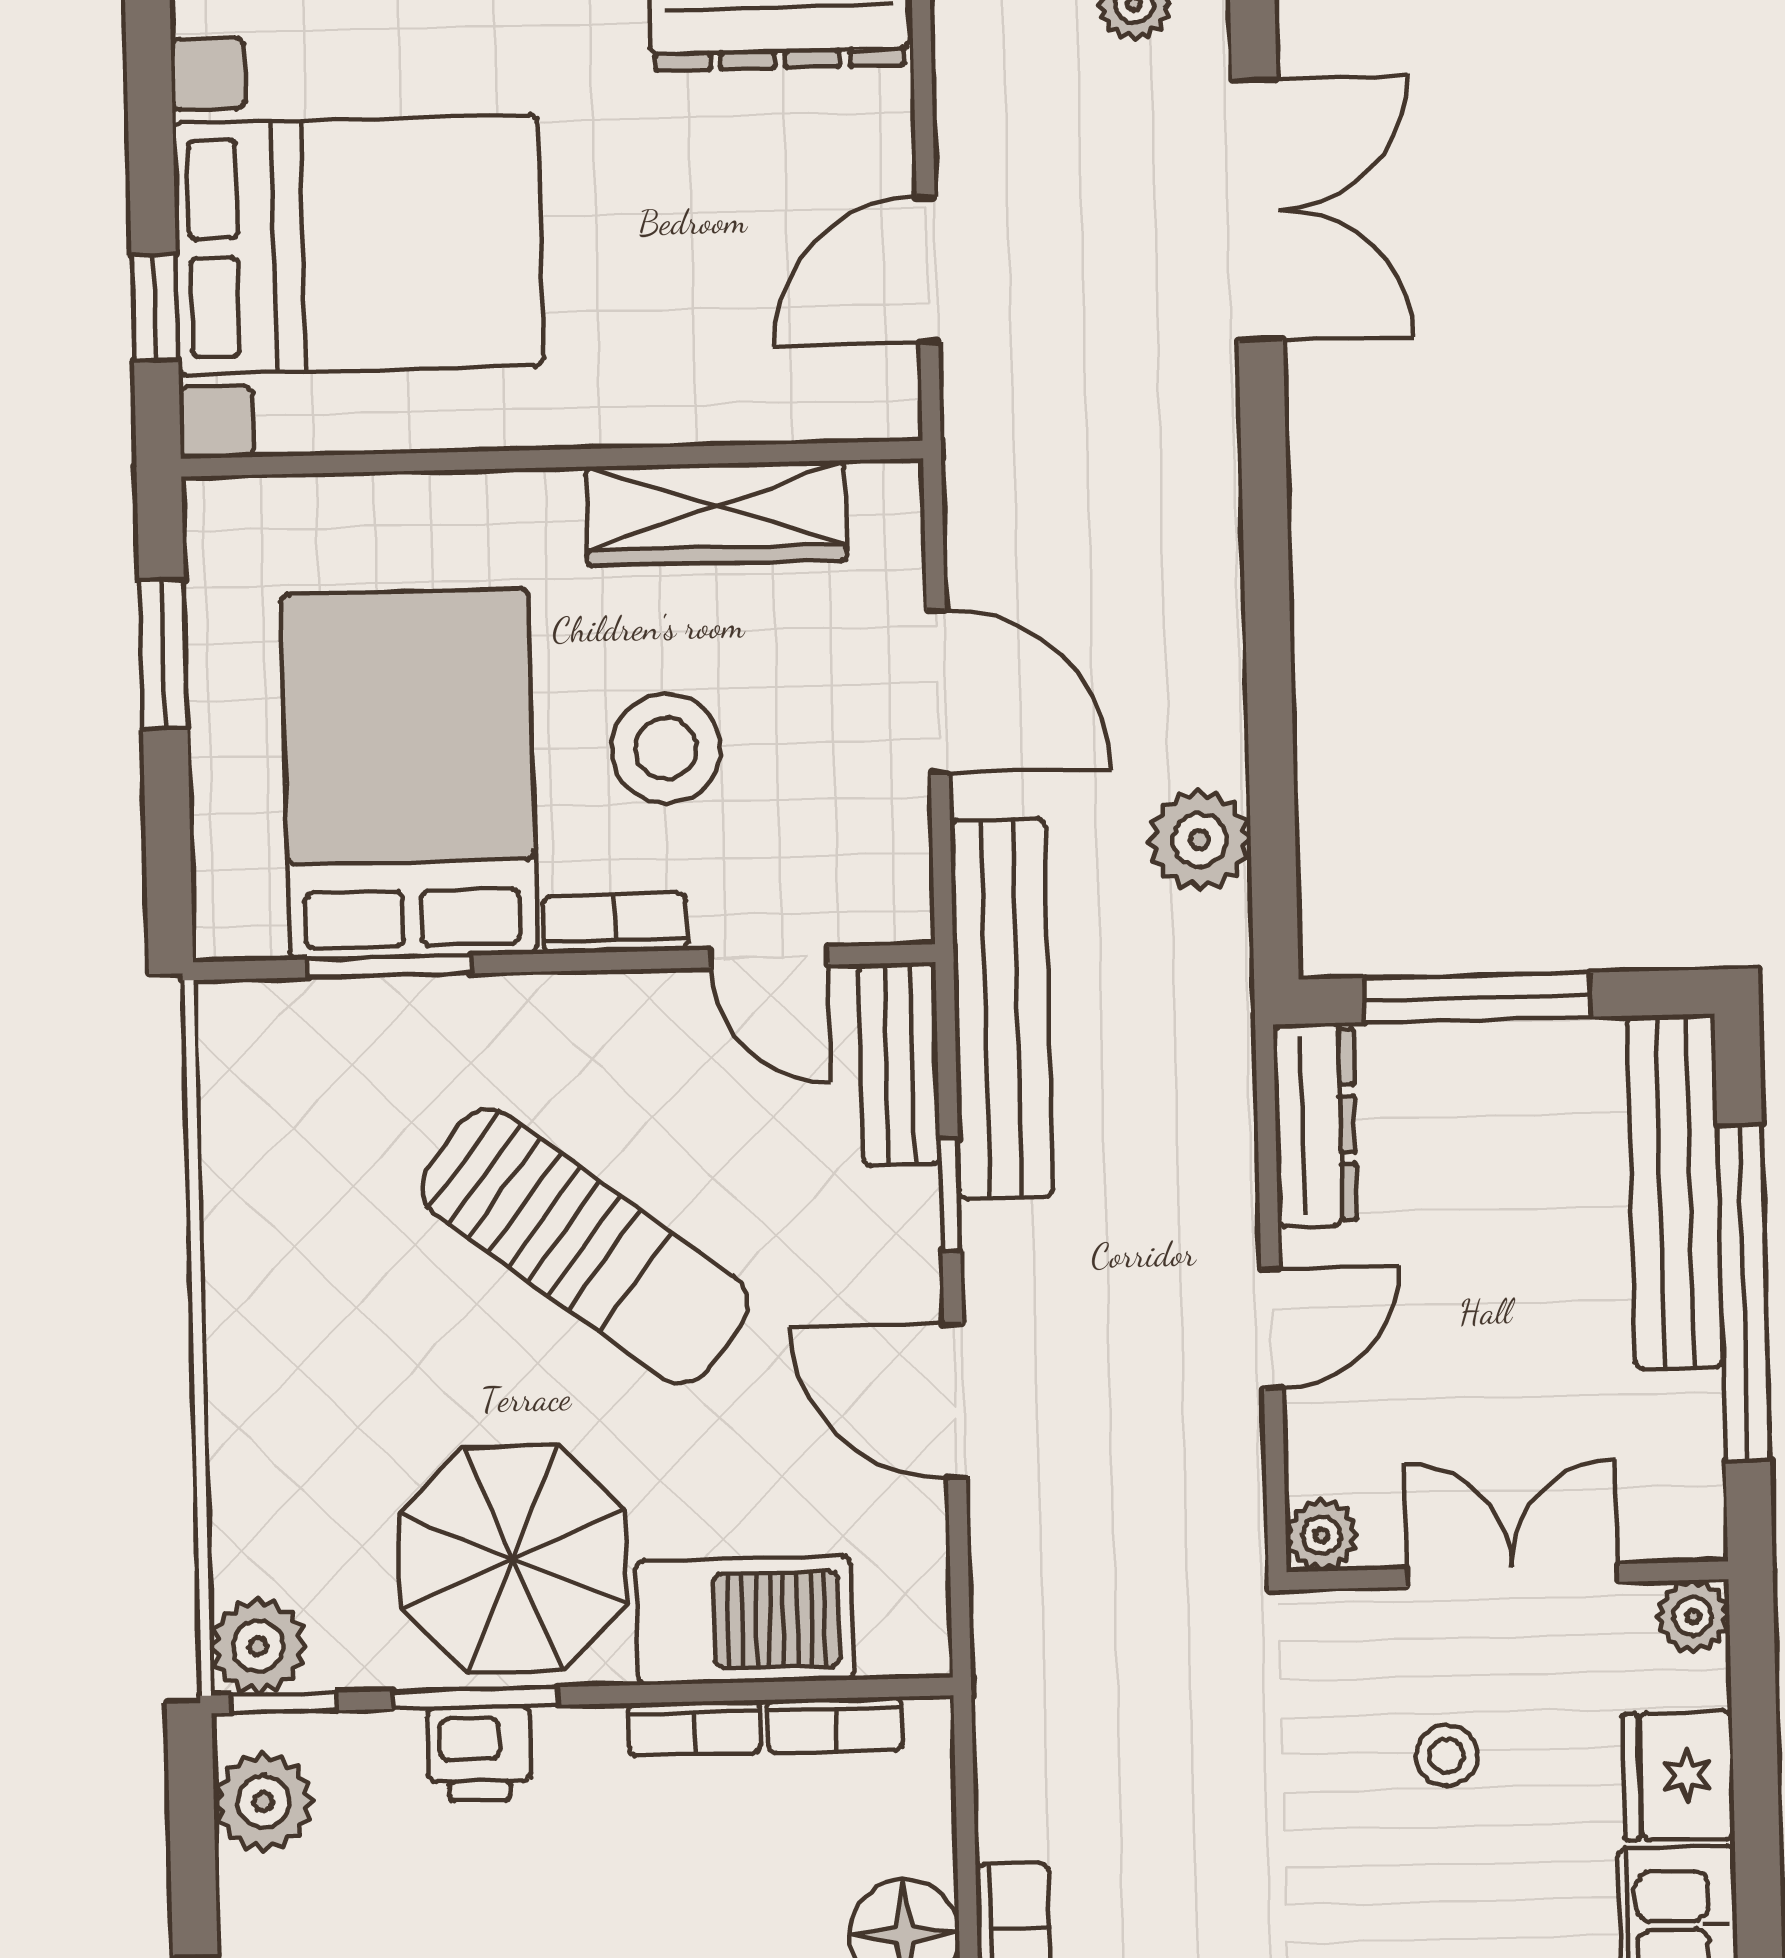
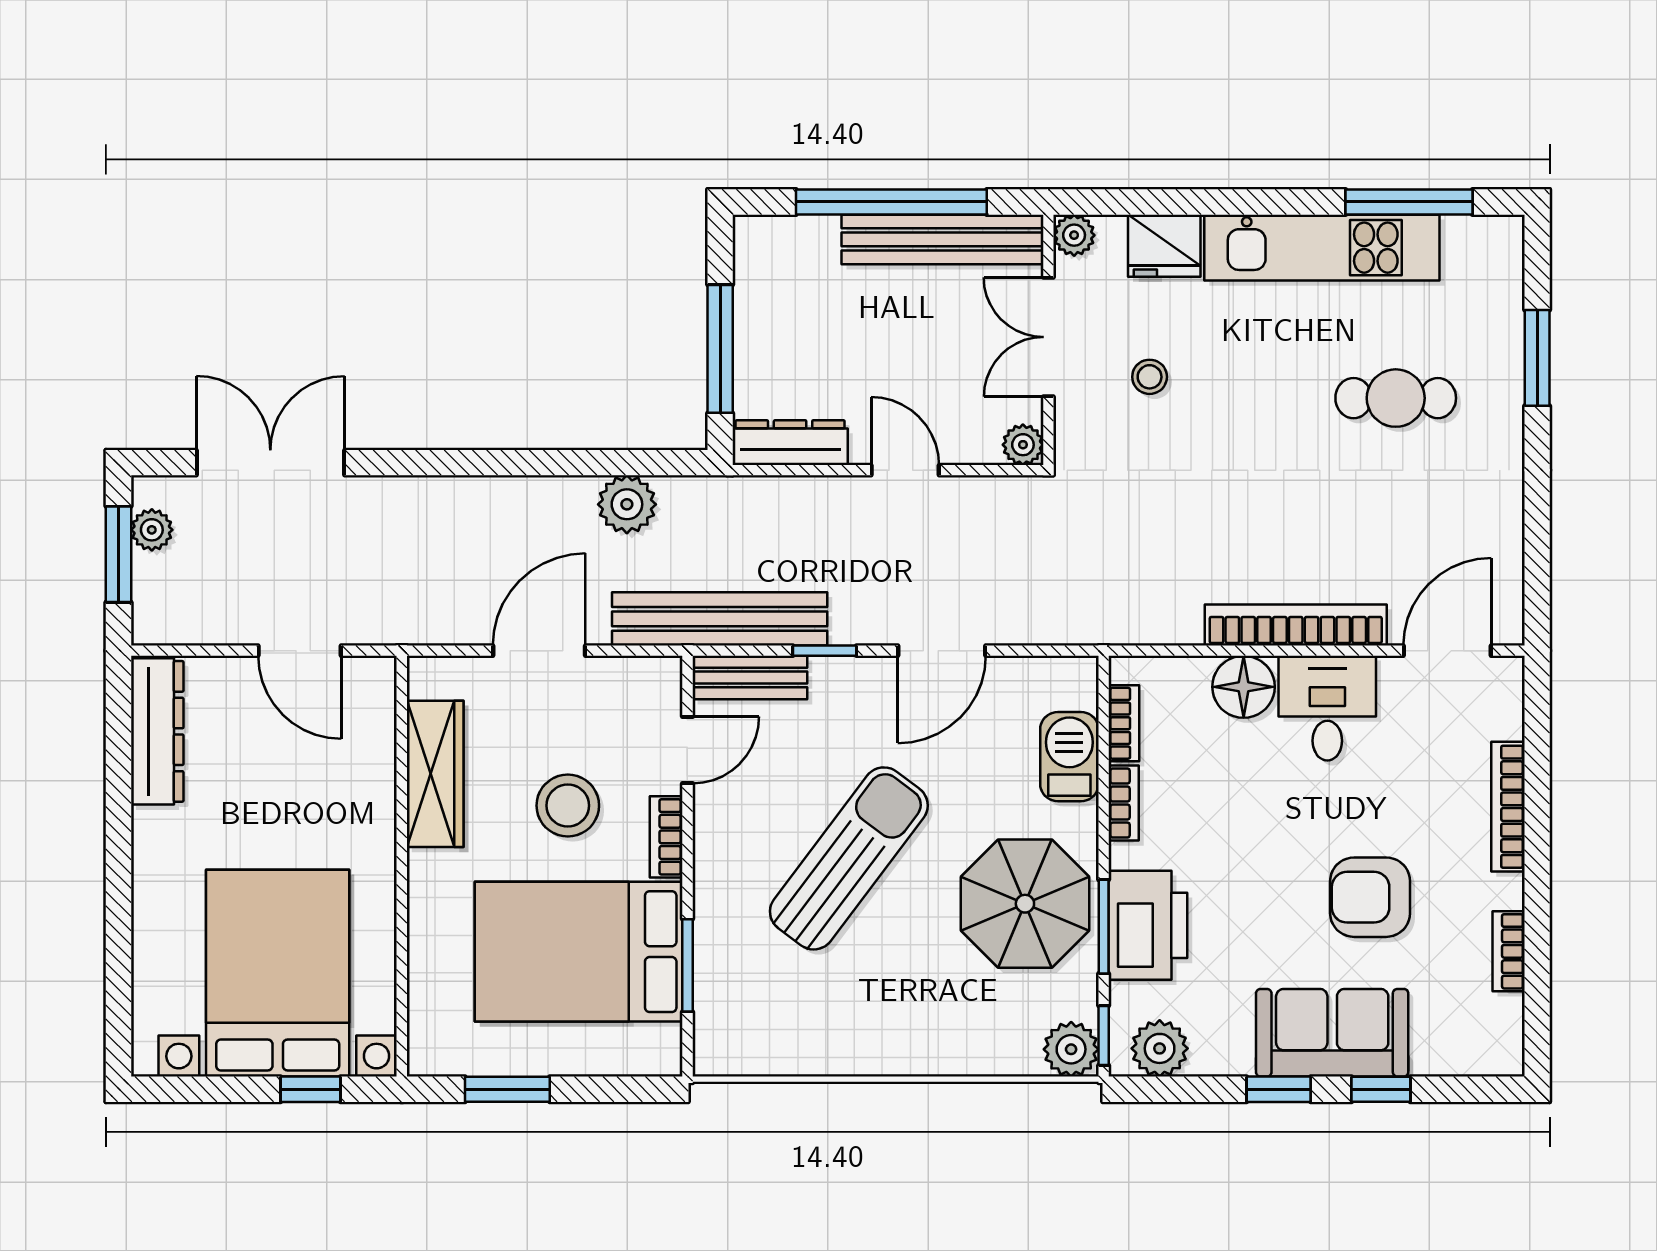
bench: (1675, 1192) -> (942, 239), moved
barbecue: (745, 1621) -> (1069, 757), width x0.73, depth x0.83
printer: (479, 1754) -> (1148, 925), width x1.87, depth x1.48

